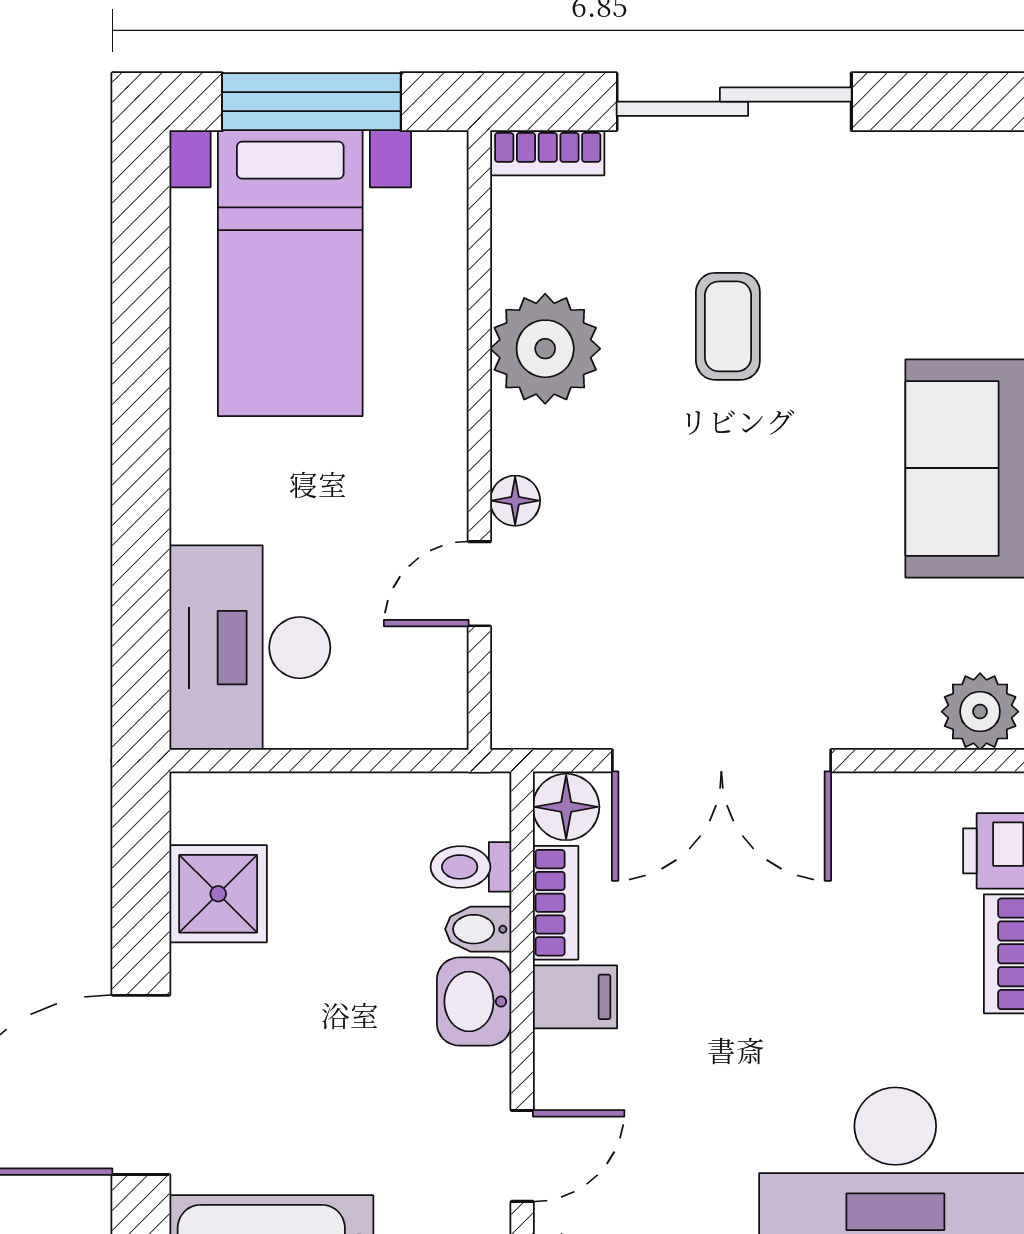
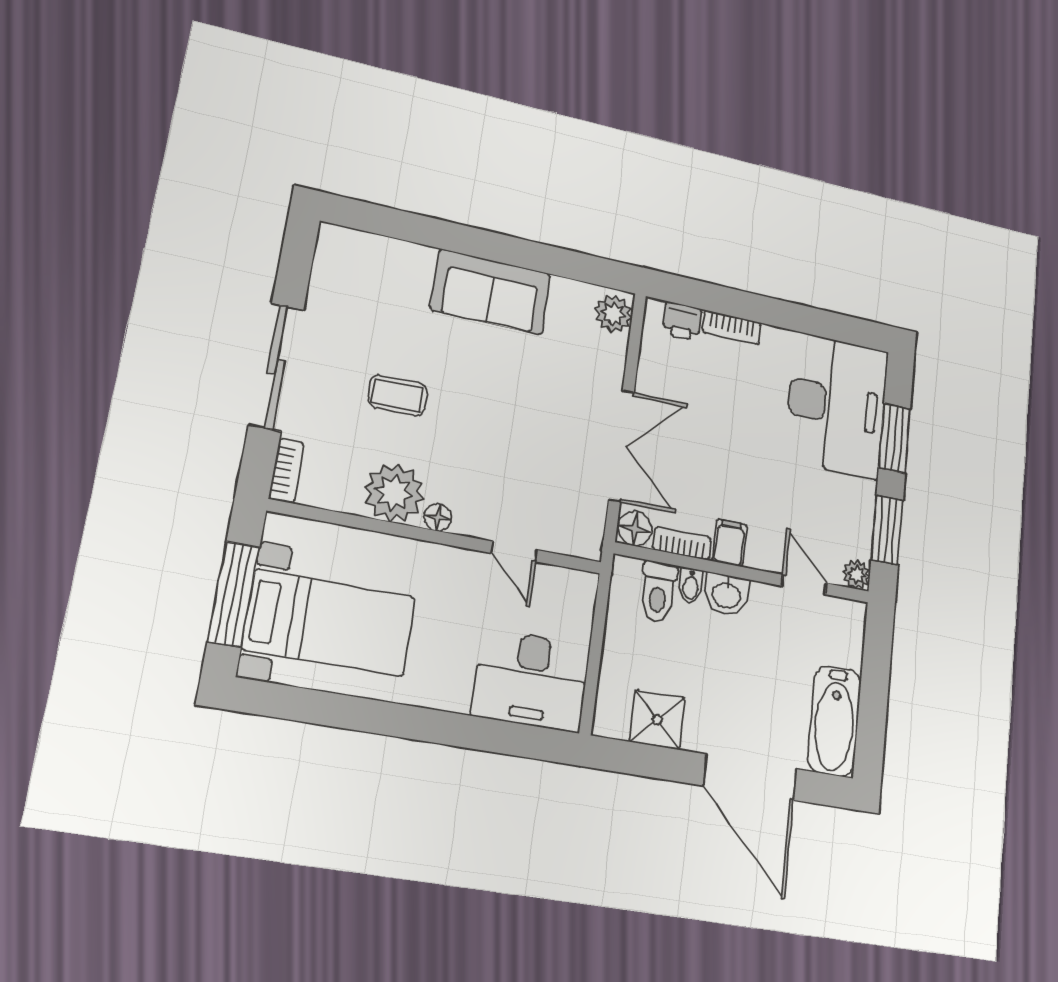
floor lamp: (515, 501) -> (438, 518), moved
toilet: (471, 867) -> (658, 592), width x1.37, depth x1.39

